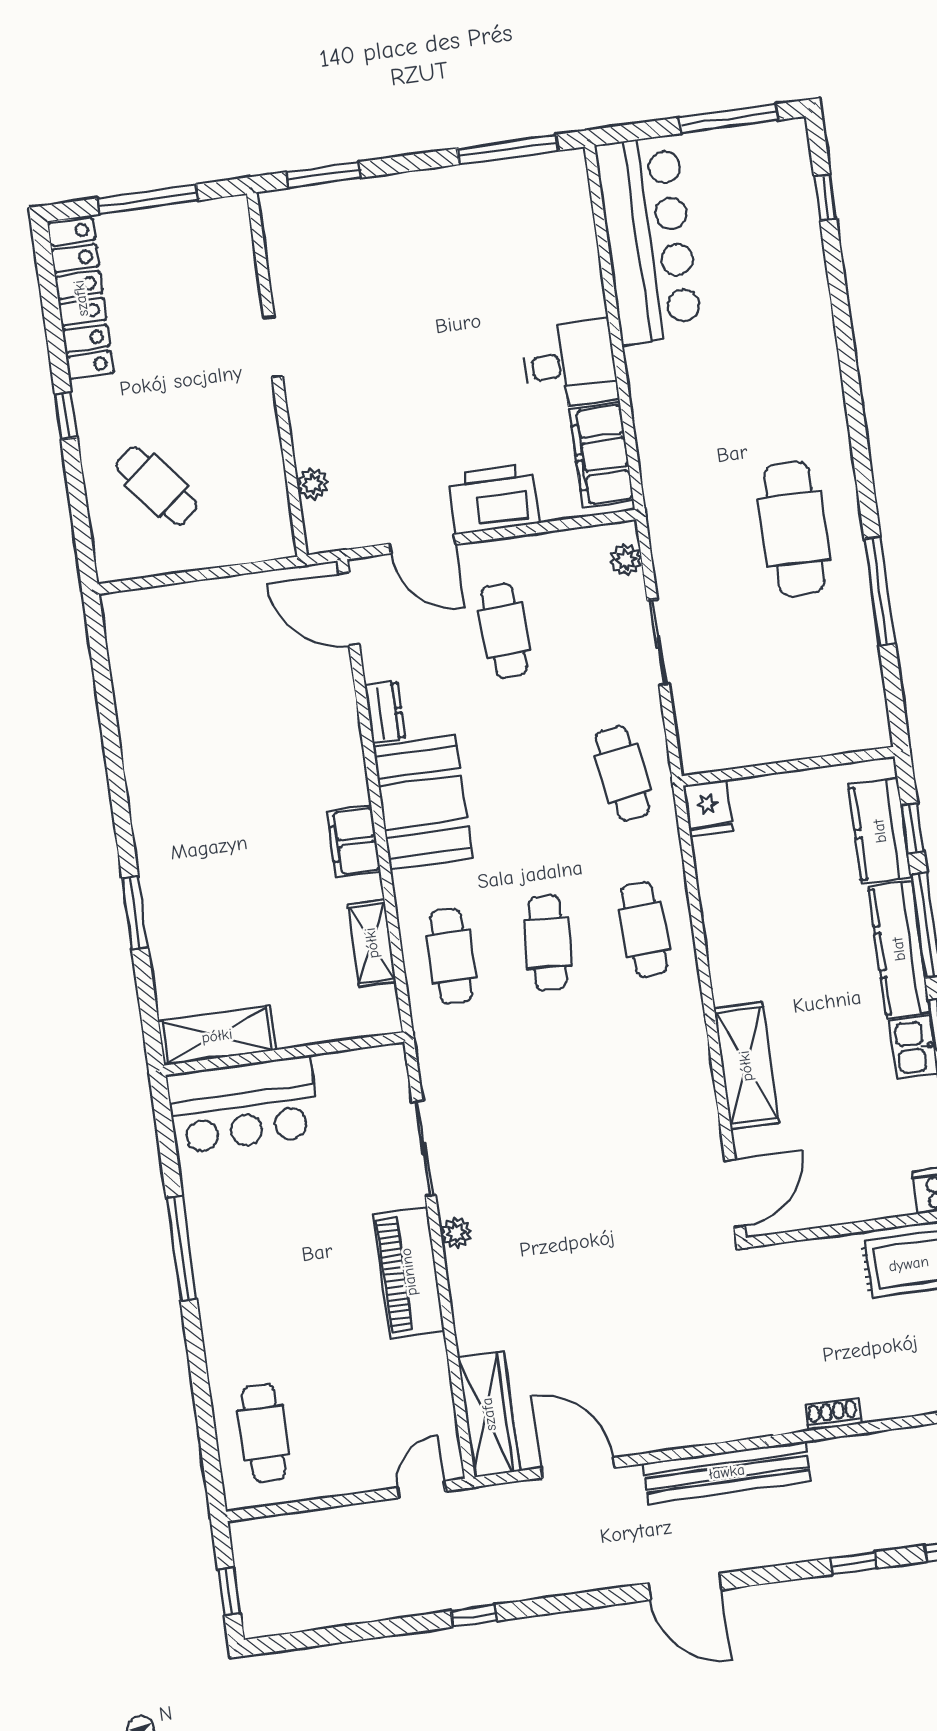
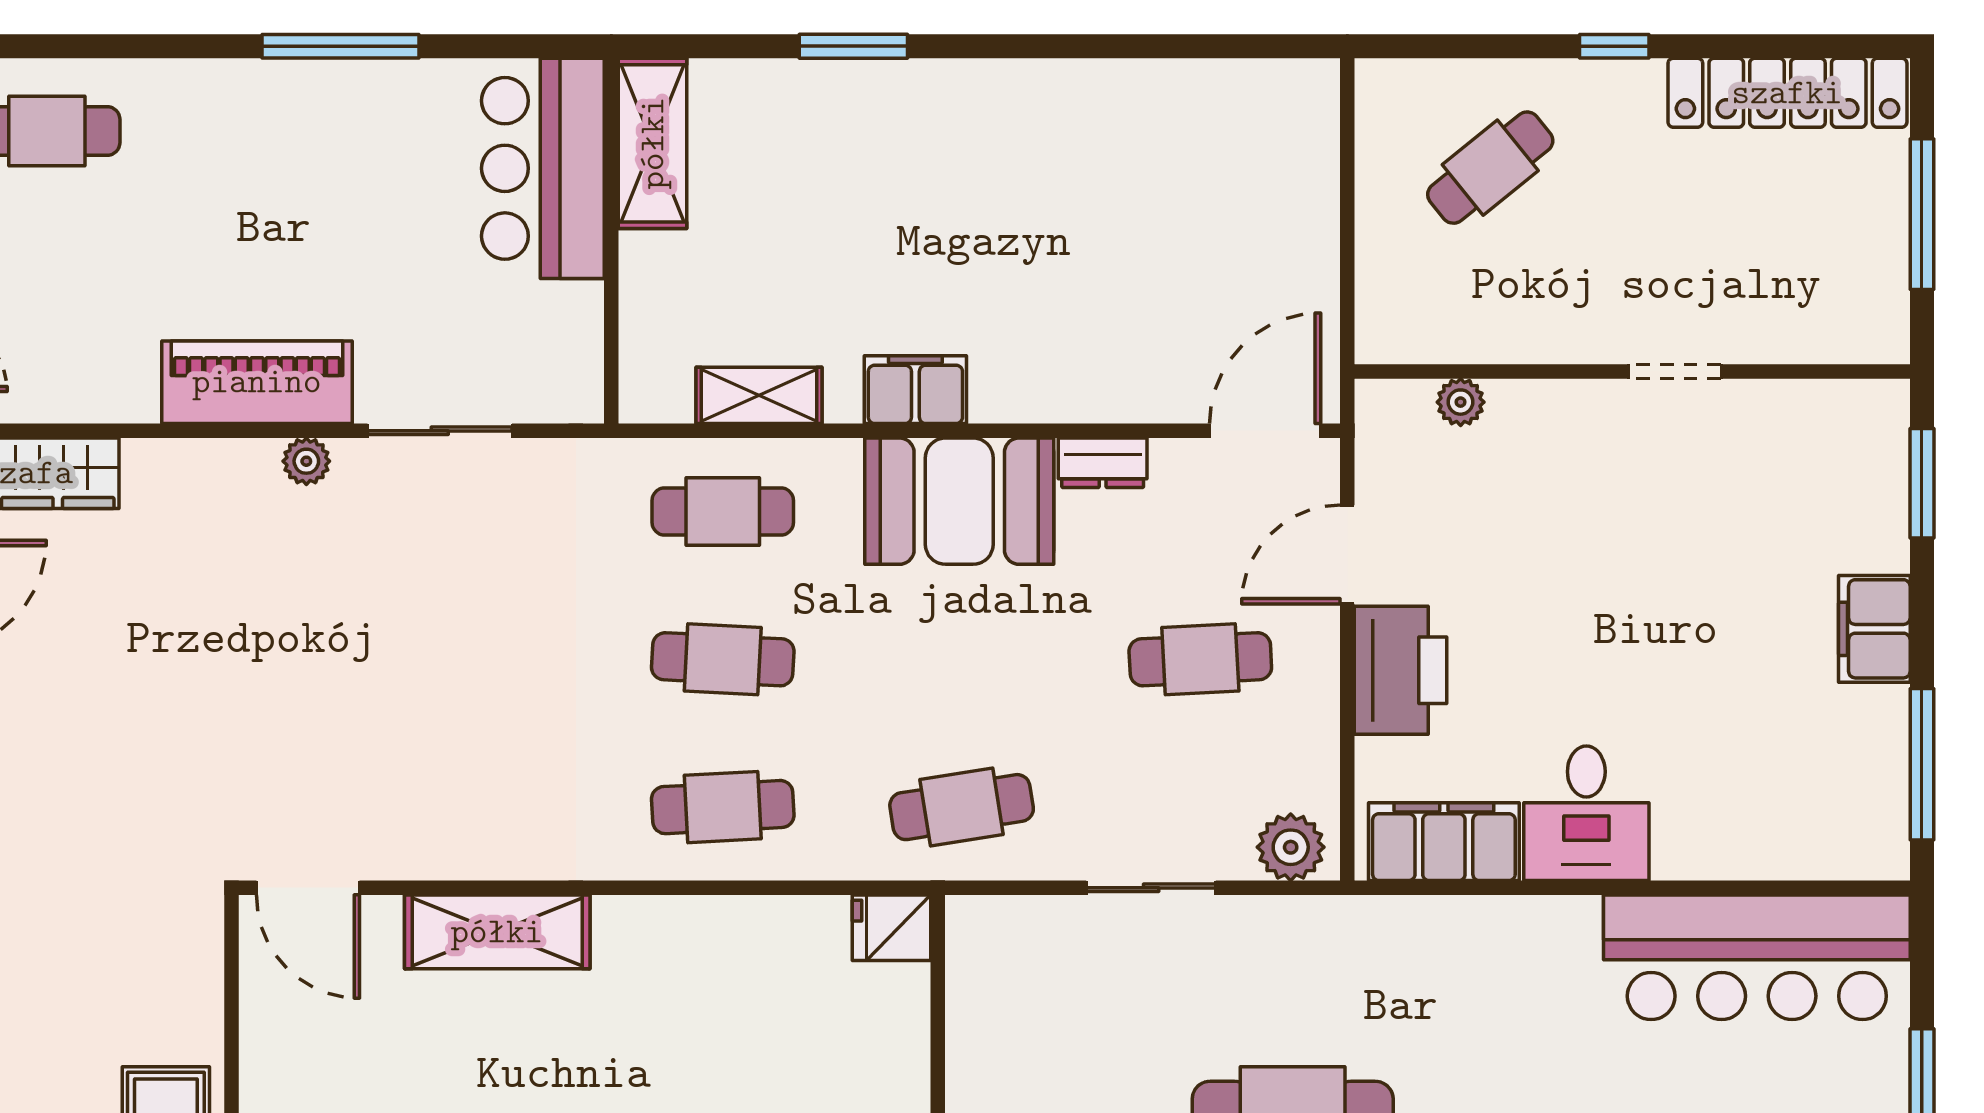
filing cabinet: (423, 193) -> (1874, 629), added
plant: (626, 560) -> (1291, 847), width x1.38, depth x1.38

